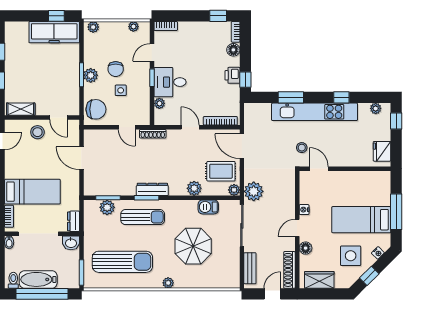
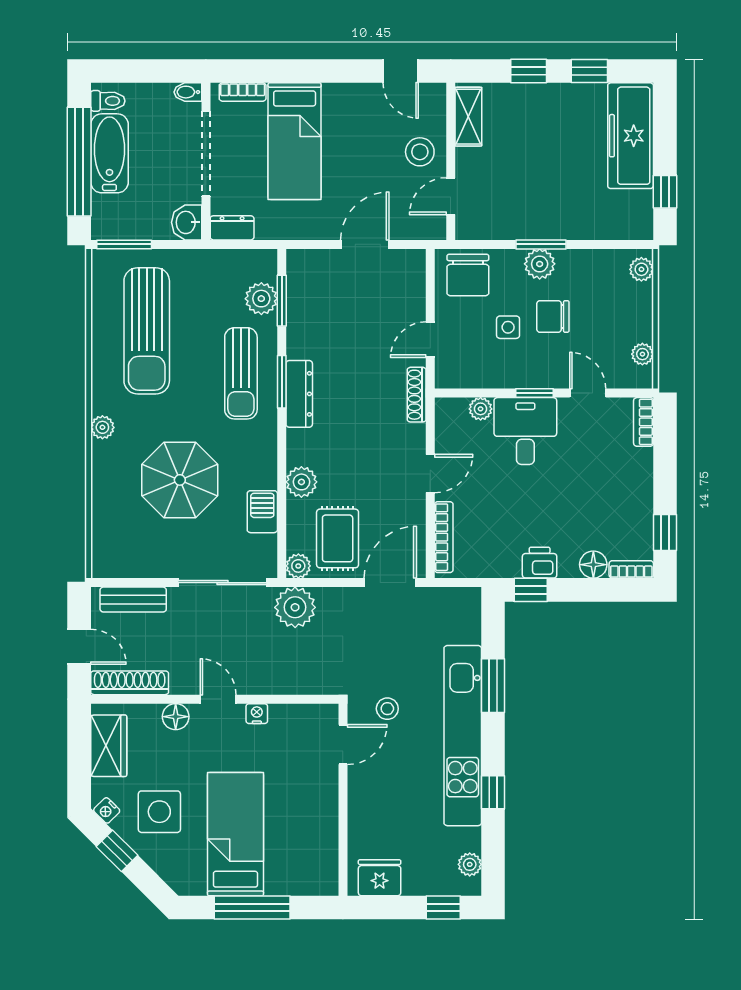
freezer: (54, 32) -> (631, 136), moved
nightstand: (378, 253) -> (107, 810), moved

